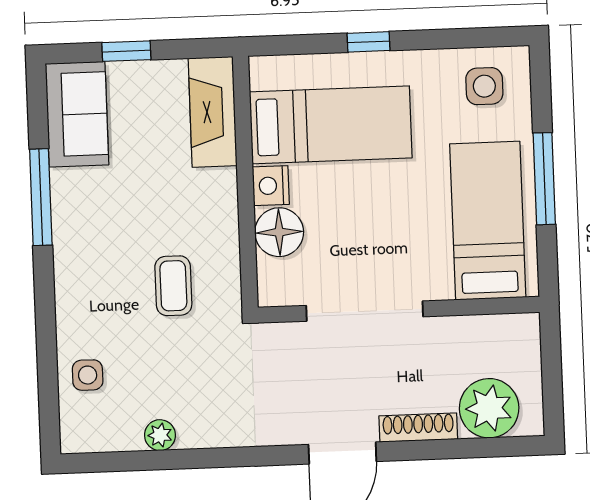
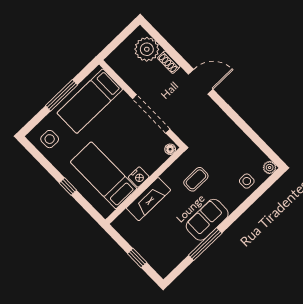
fireplace: (213, 112) -> (148, 199), moved
sofa: (77, 114) -> (207, 220), moved
floor lamp: (279, 232) -> (170, 149), moved, width x0.53, depth x0.53
shoe rack: (418, 427) -> (169, 62), width x0.70
plant: (160, 435) -> (270, 168), moved

